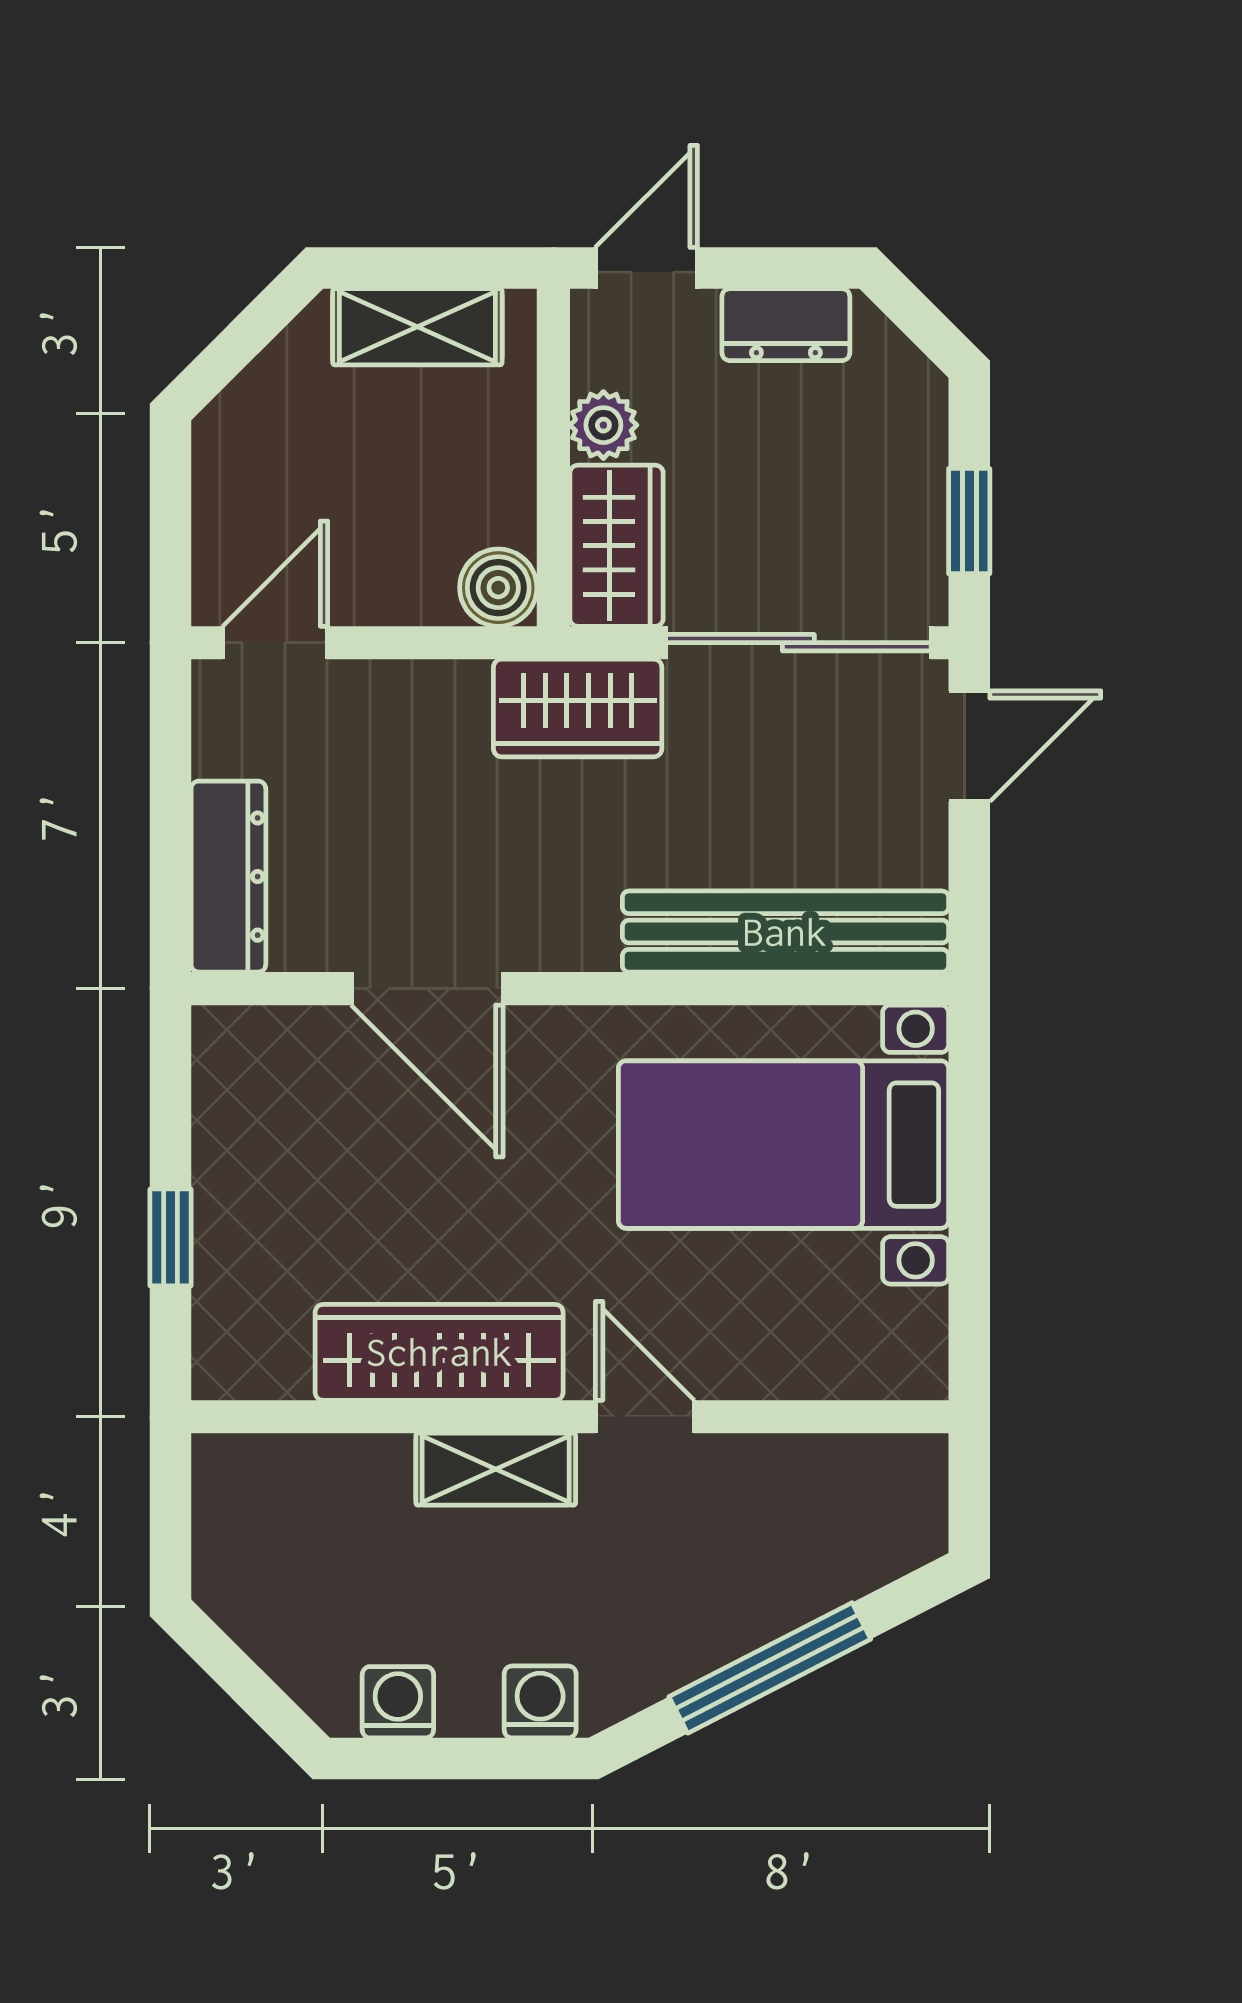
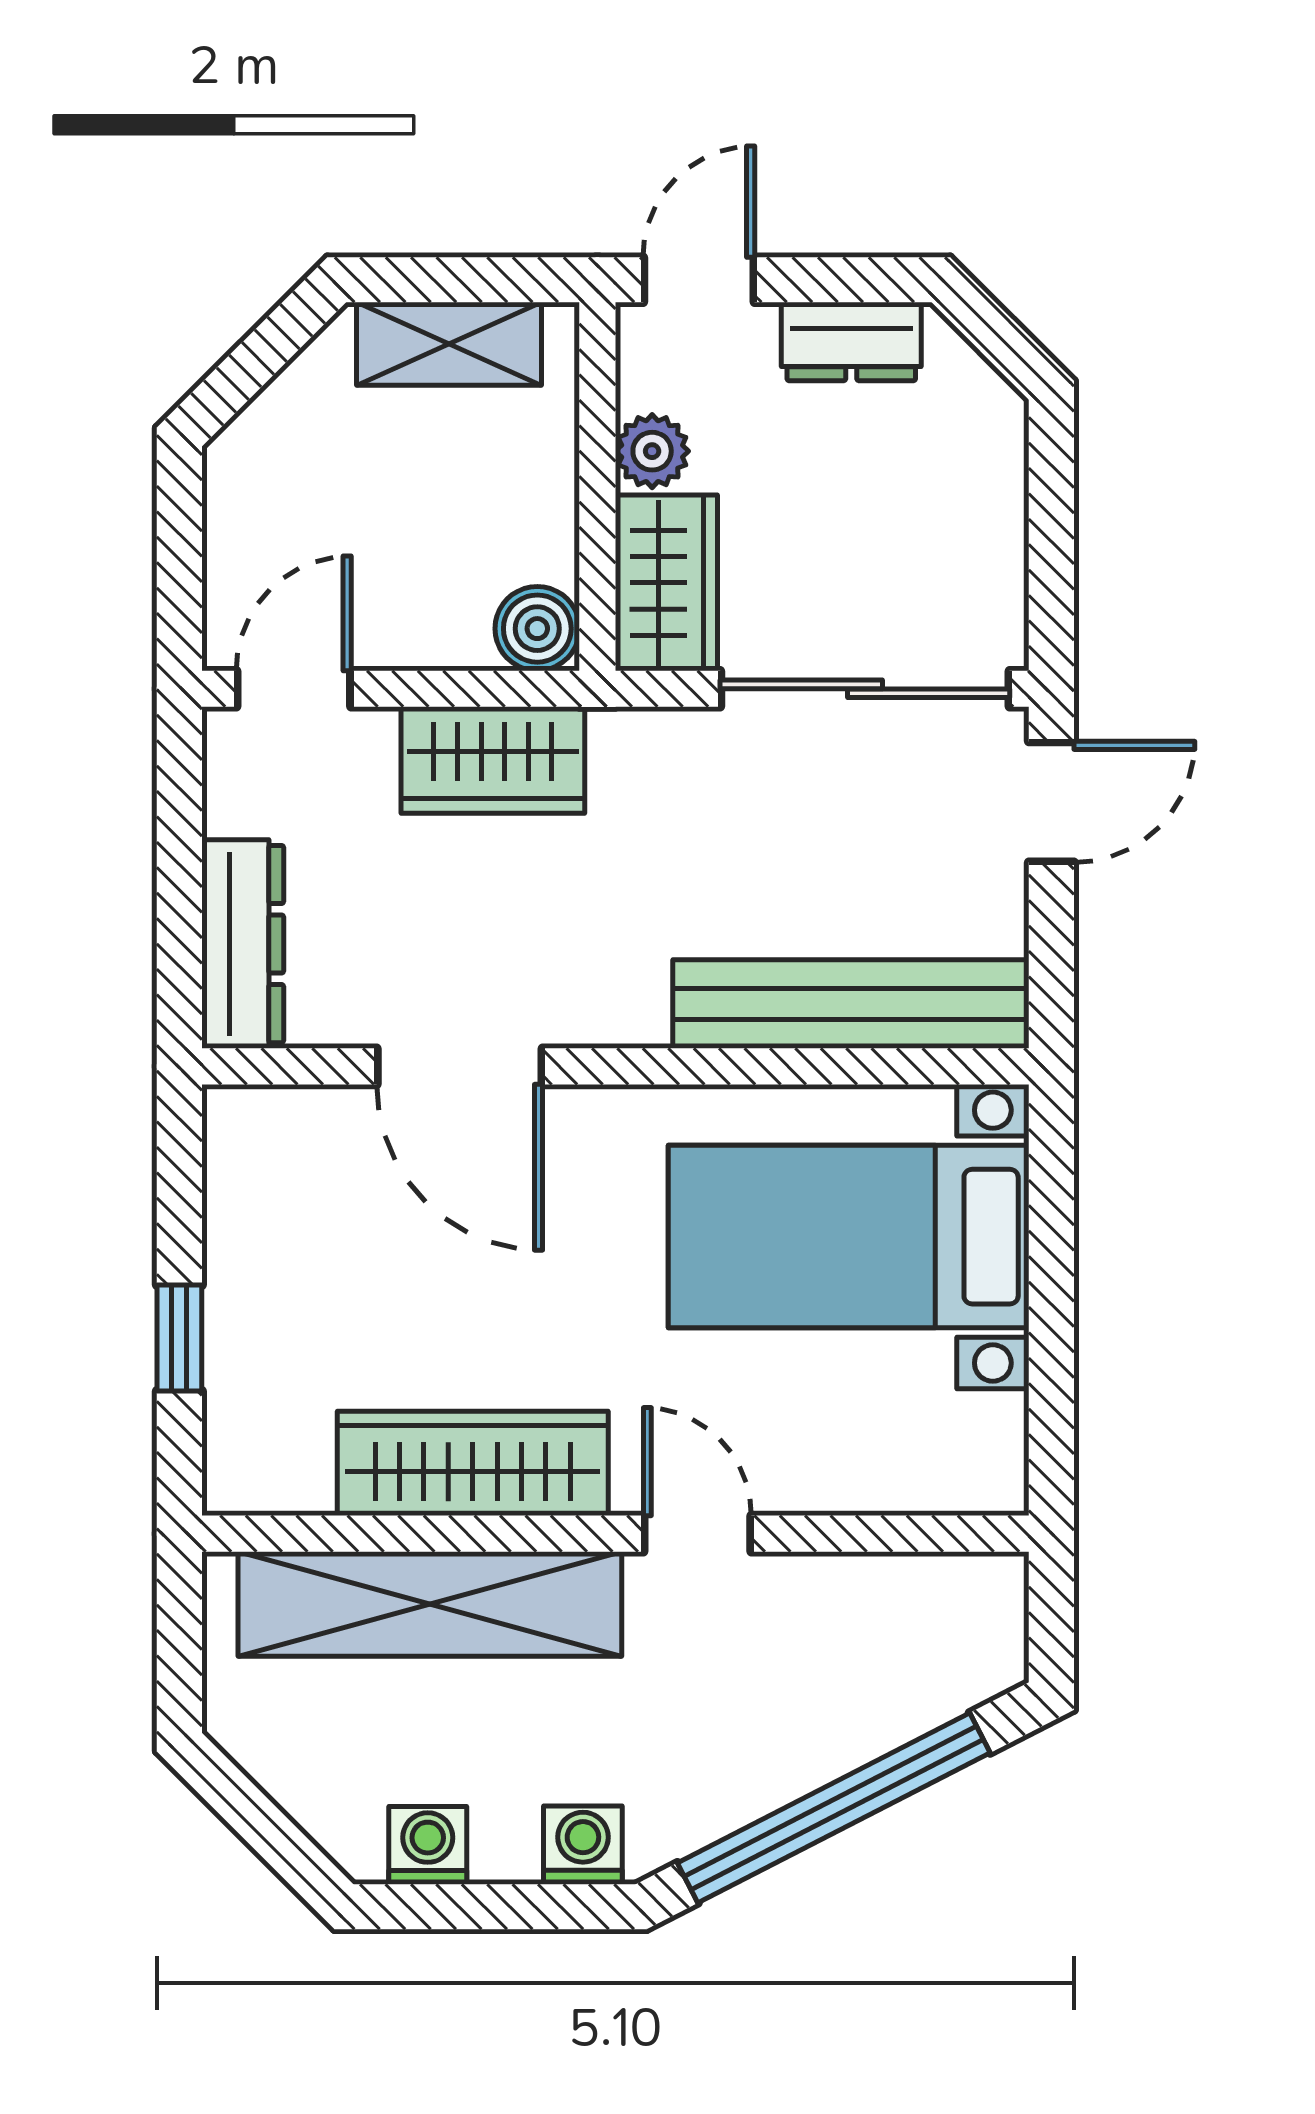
window: (969, 521) -> (1051, 556), removed
wardrobe: (578, 708) -> (493, 760), moved
shelving: (496, 1469) -> (430, 1604), width x2.20, depth x1.33
window: (770, 1668) -> (834, 1808), width x1.46

